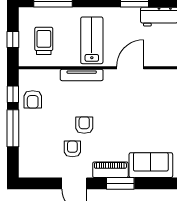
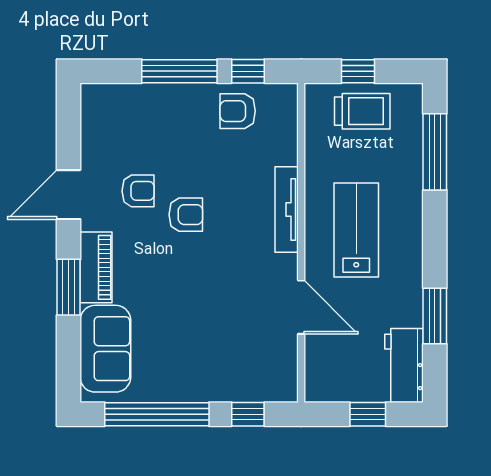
lab bench: (92, 40) -> (356, 230), turned -90
trolley: (44, 41) -> (362, 111), moved

